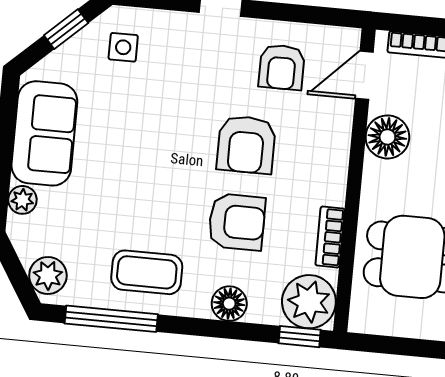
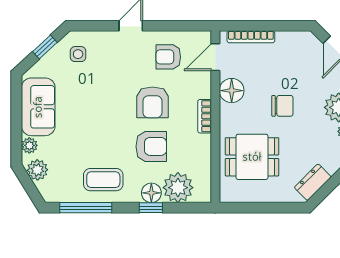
armchair: (282, 67) -> (168, 57), turned 90
bookcase: (330, 237) -> (205, 116), moved
plant: (48, 275) -> (37, 170), moved
plant: (309, 302) -> (178, 188), moved
window: (300, 337) -> (151, 208), moved

